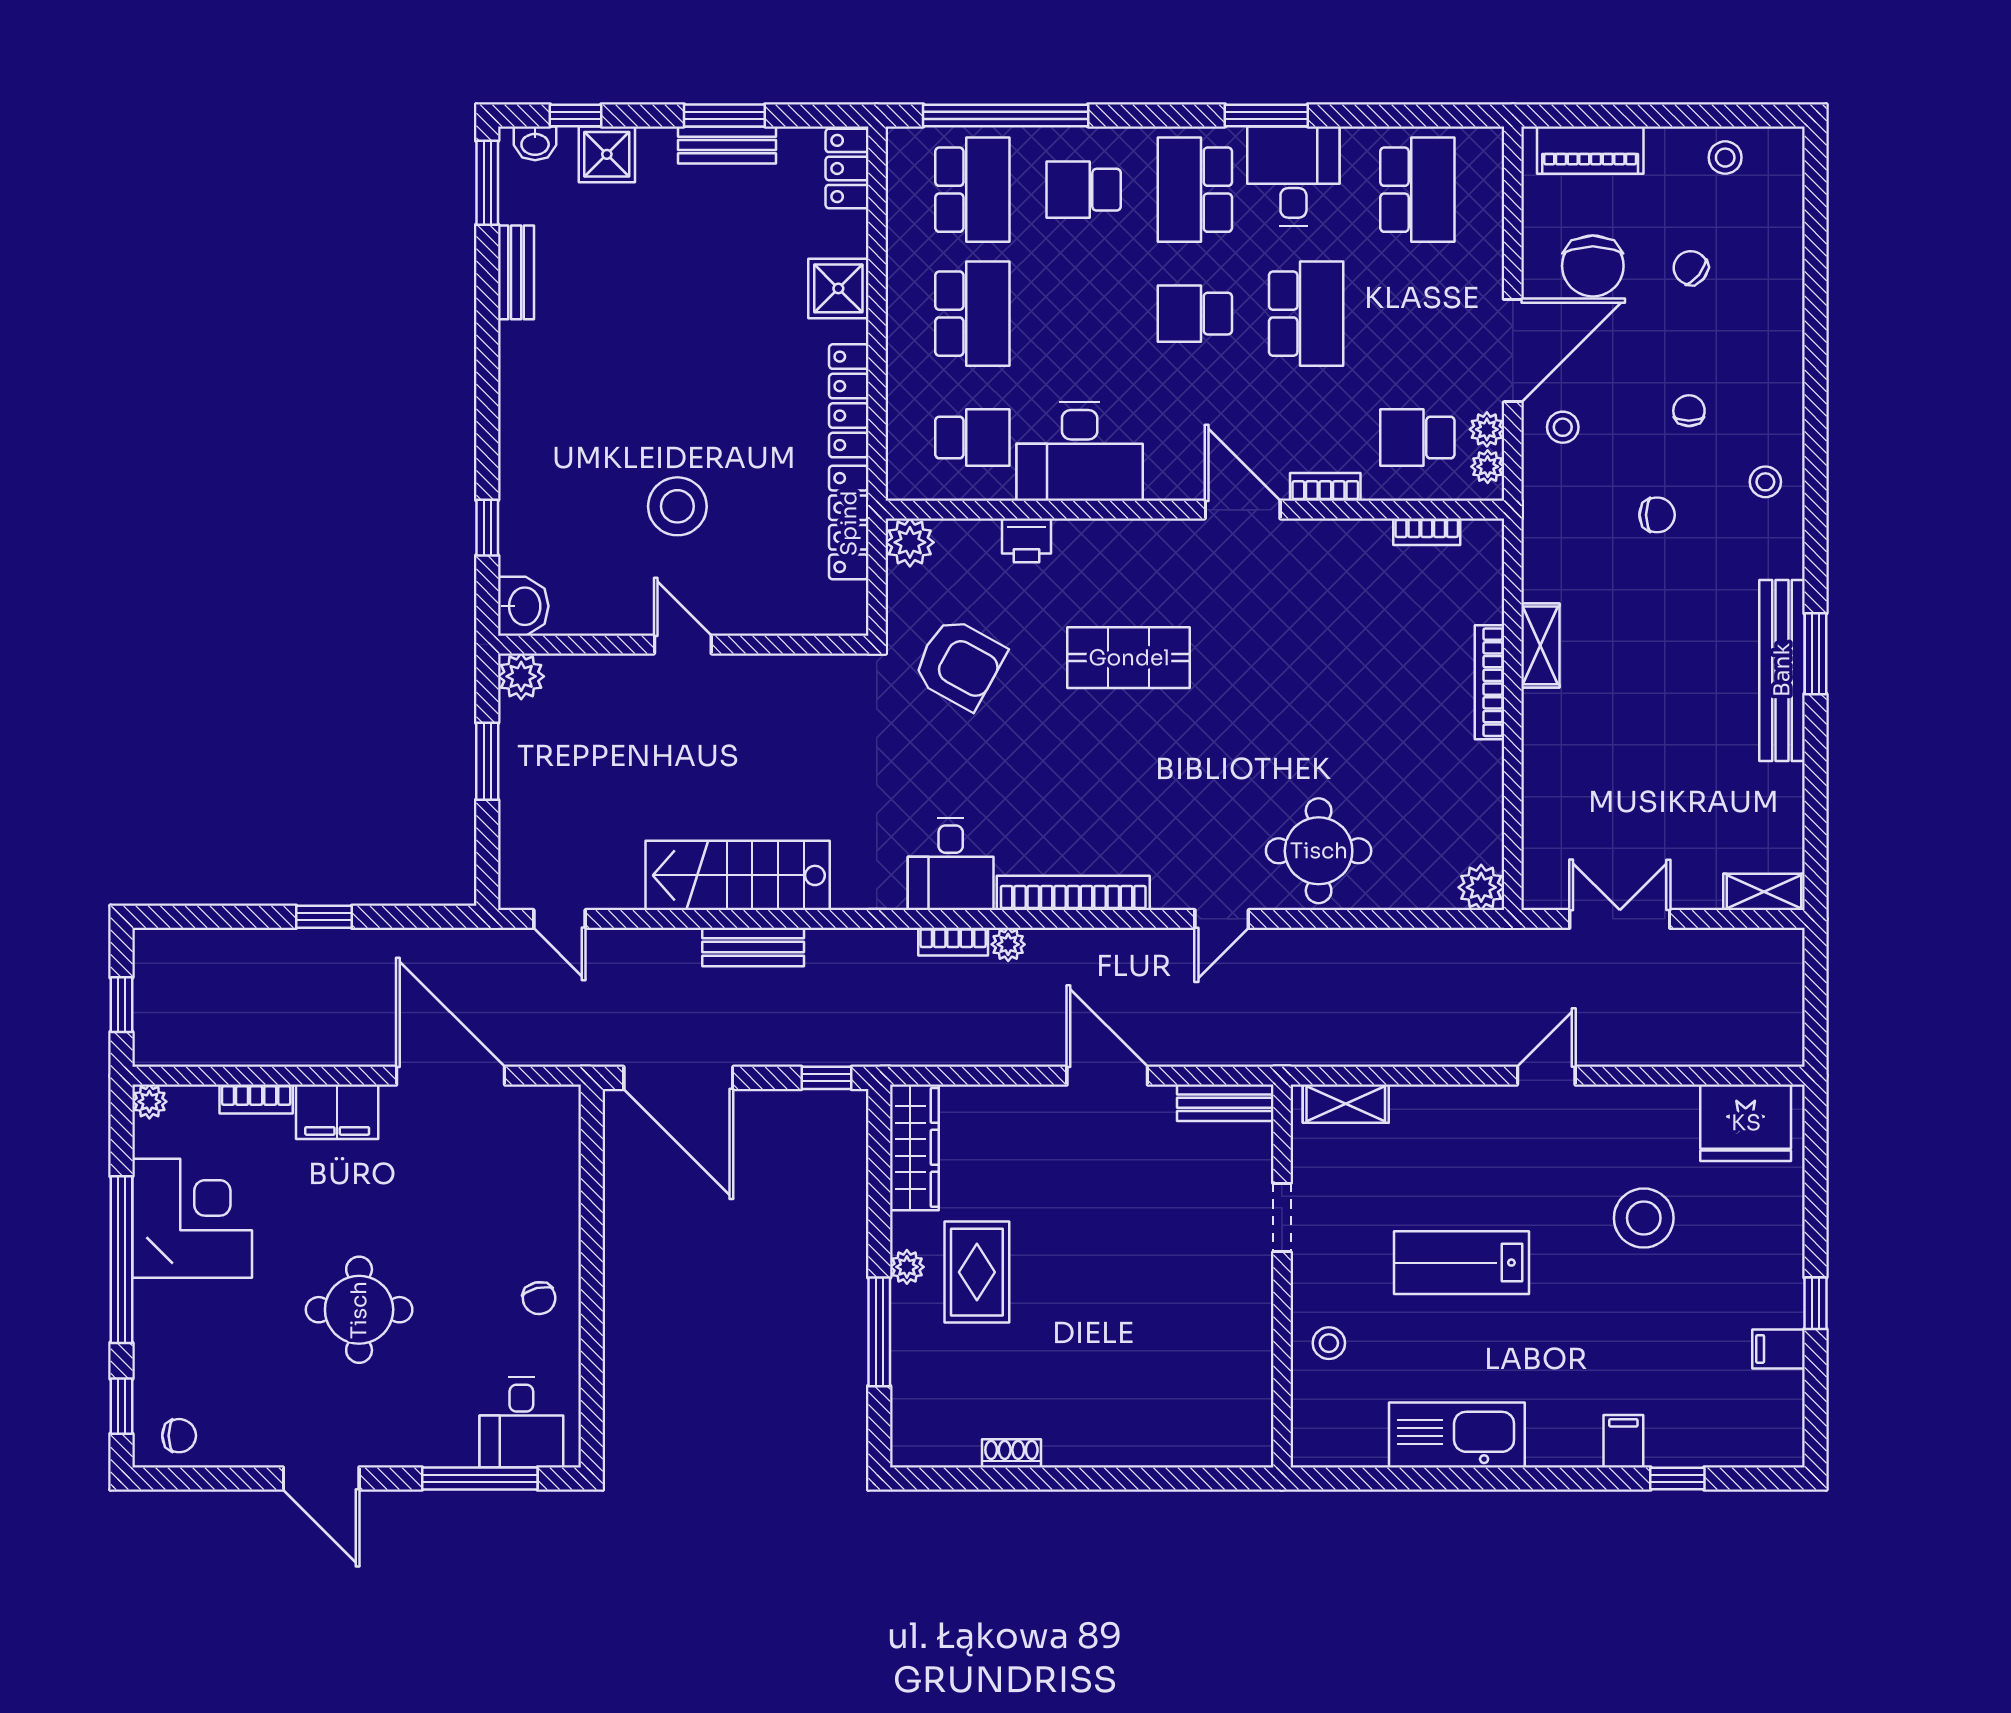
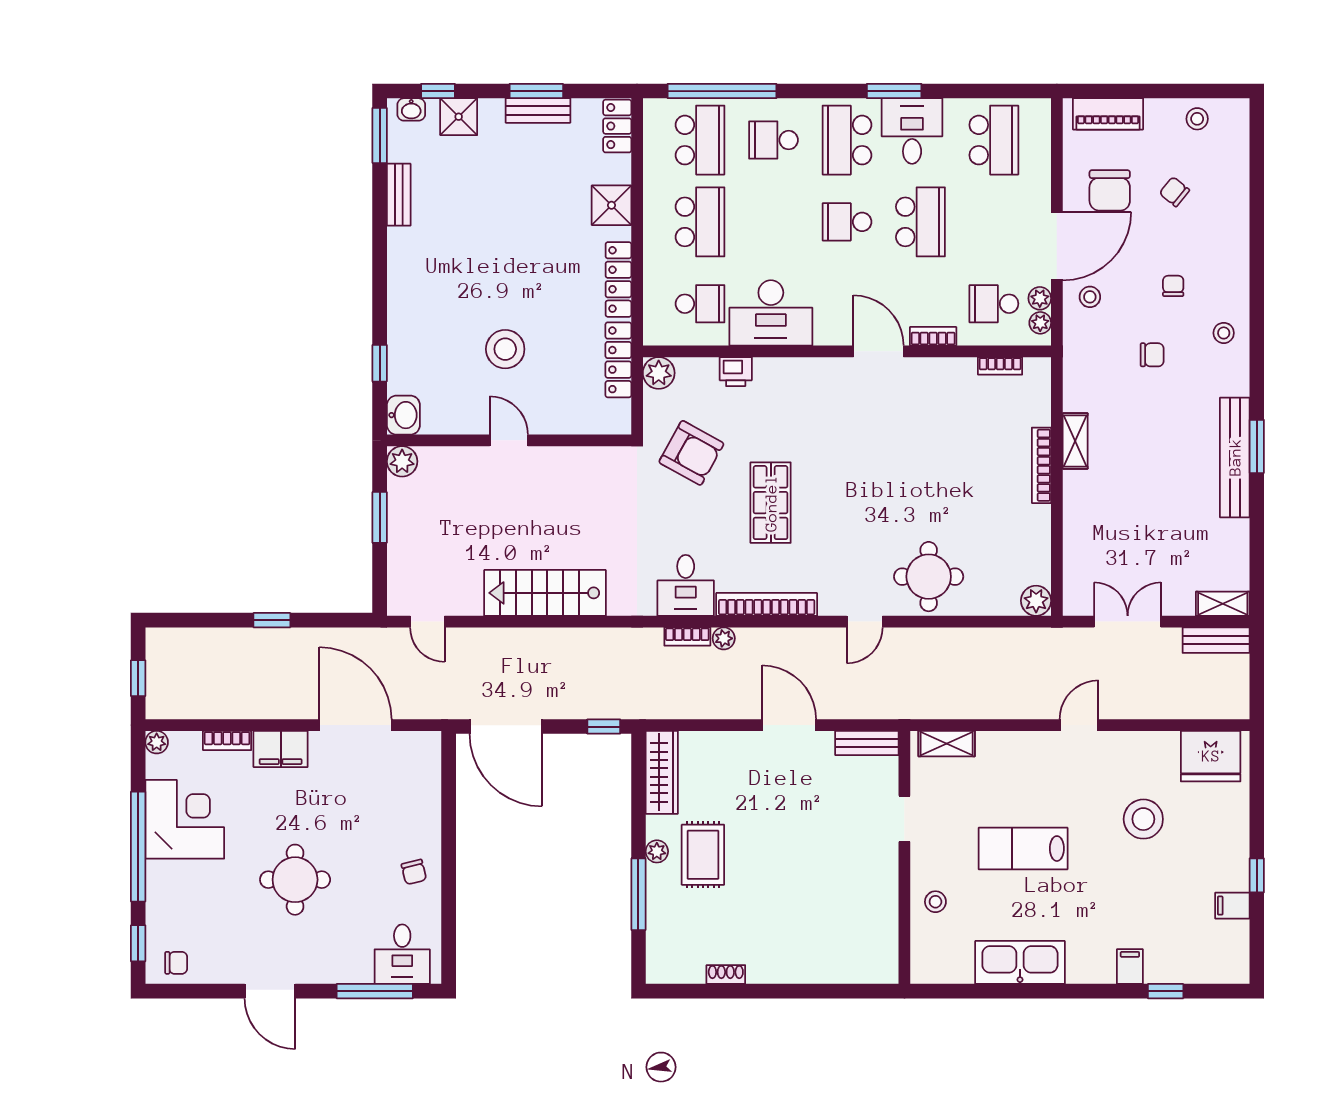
shop shelf: (1129, 658) -> (771, 503), moved, turned 90
bench: (753, 947) -> (1216, 640), moved

